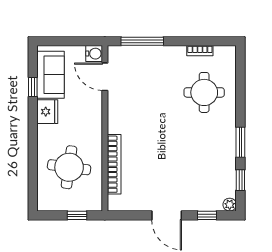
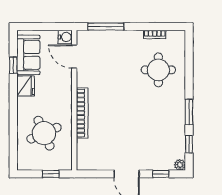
bookcase: (114, 164) -> (82, 113), moved
round table: (69, 167) -> (44, 133), turned -32

